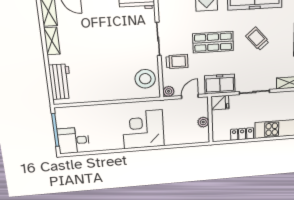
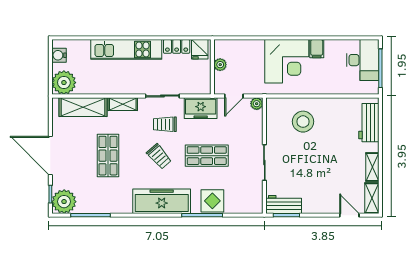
trolley: (177, 62) -> (165, 124), moved
stool: (145, 79) -> (303, 122), moved
fridge: (220, 103) -> (200, 49), moved, turned -90
desk: (73, 140) -> (363, 60), width x1.37
filing cabinet: (117, 142) -> (317, 49), added

